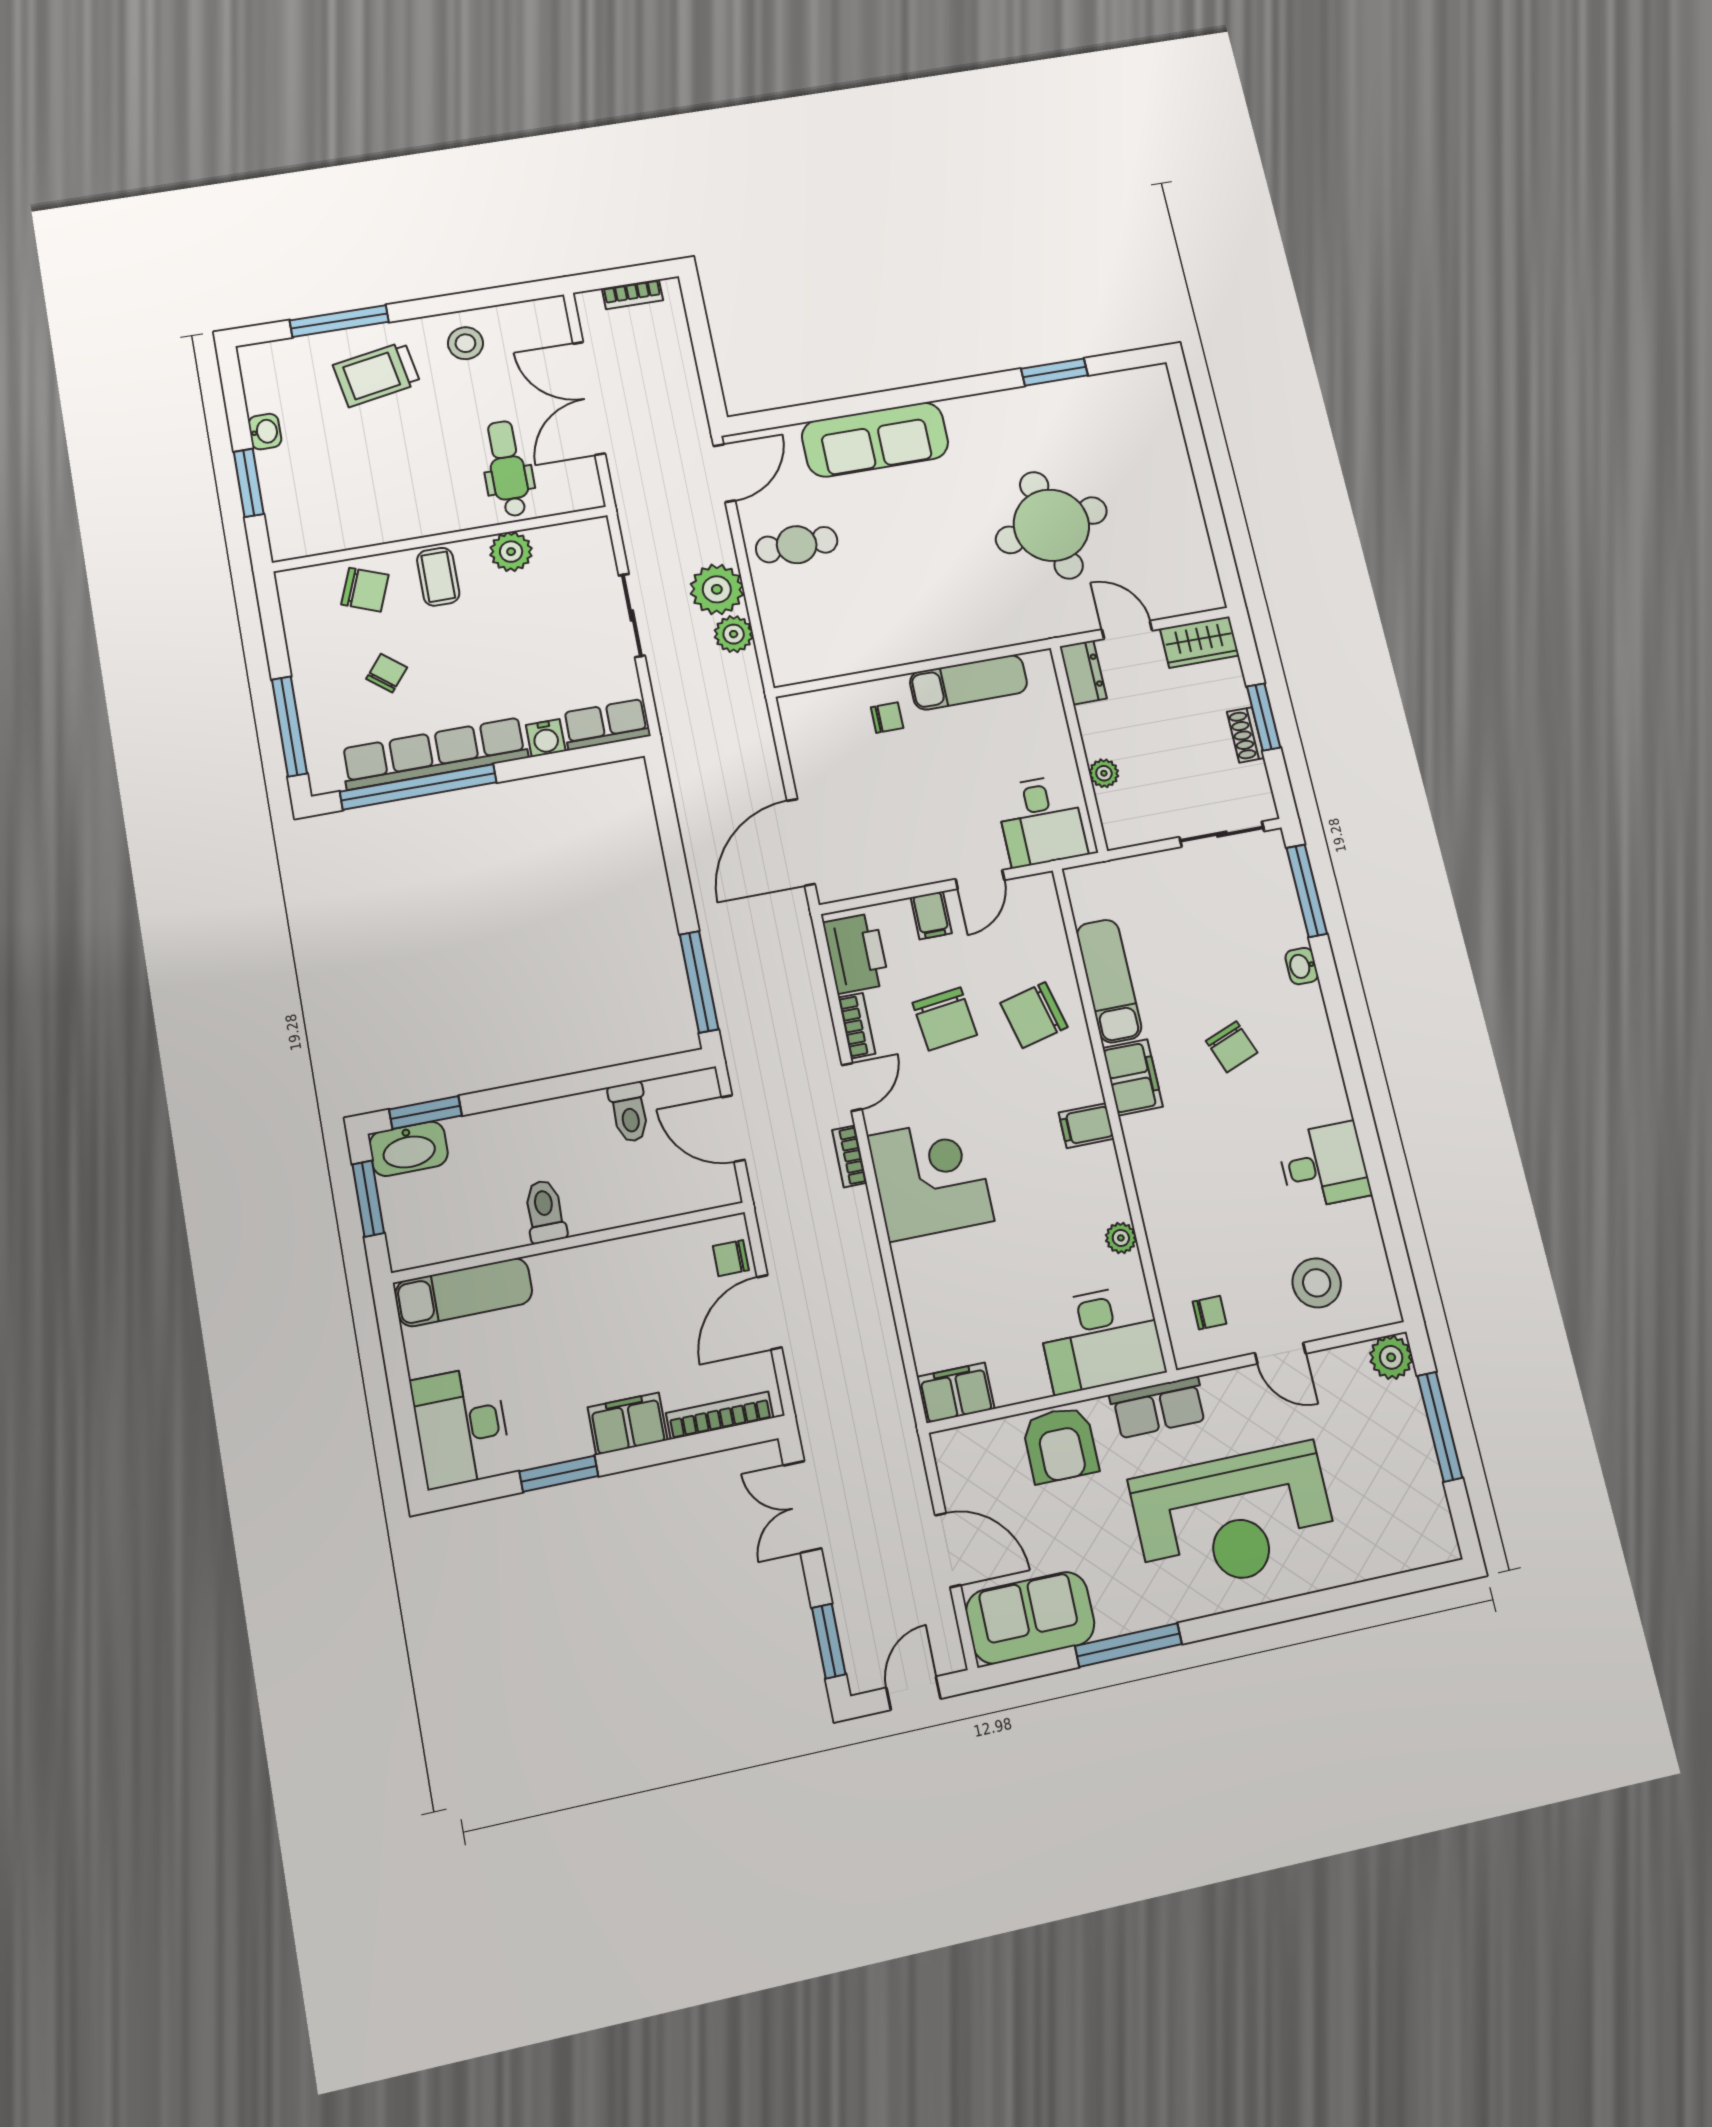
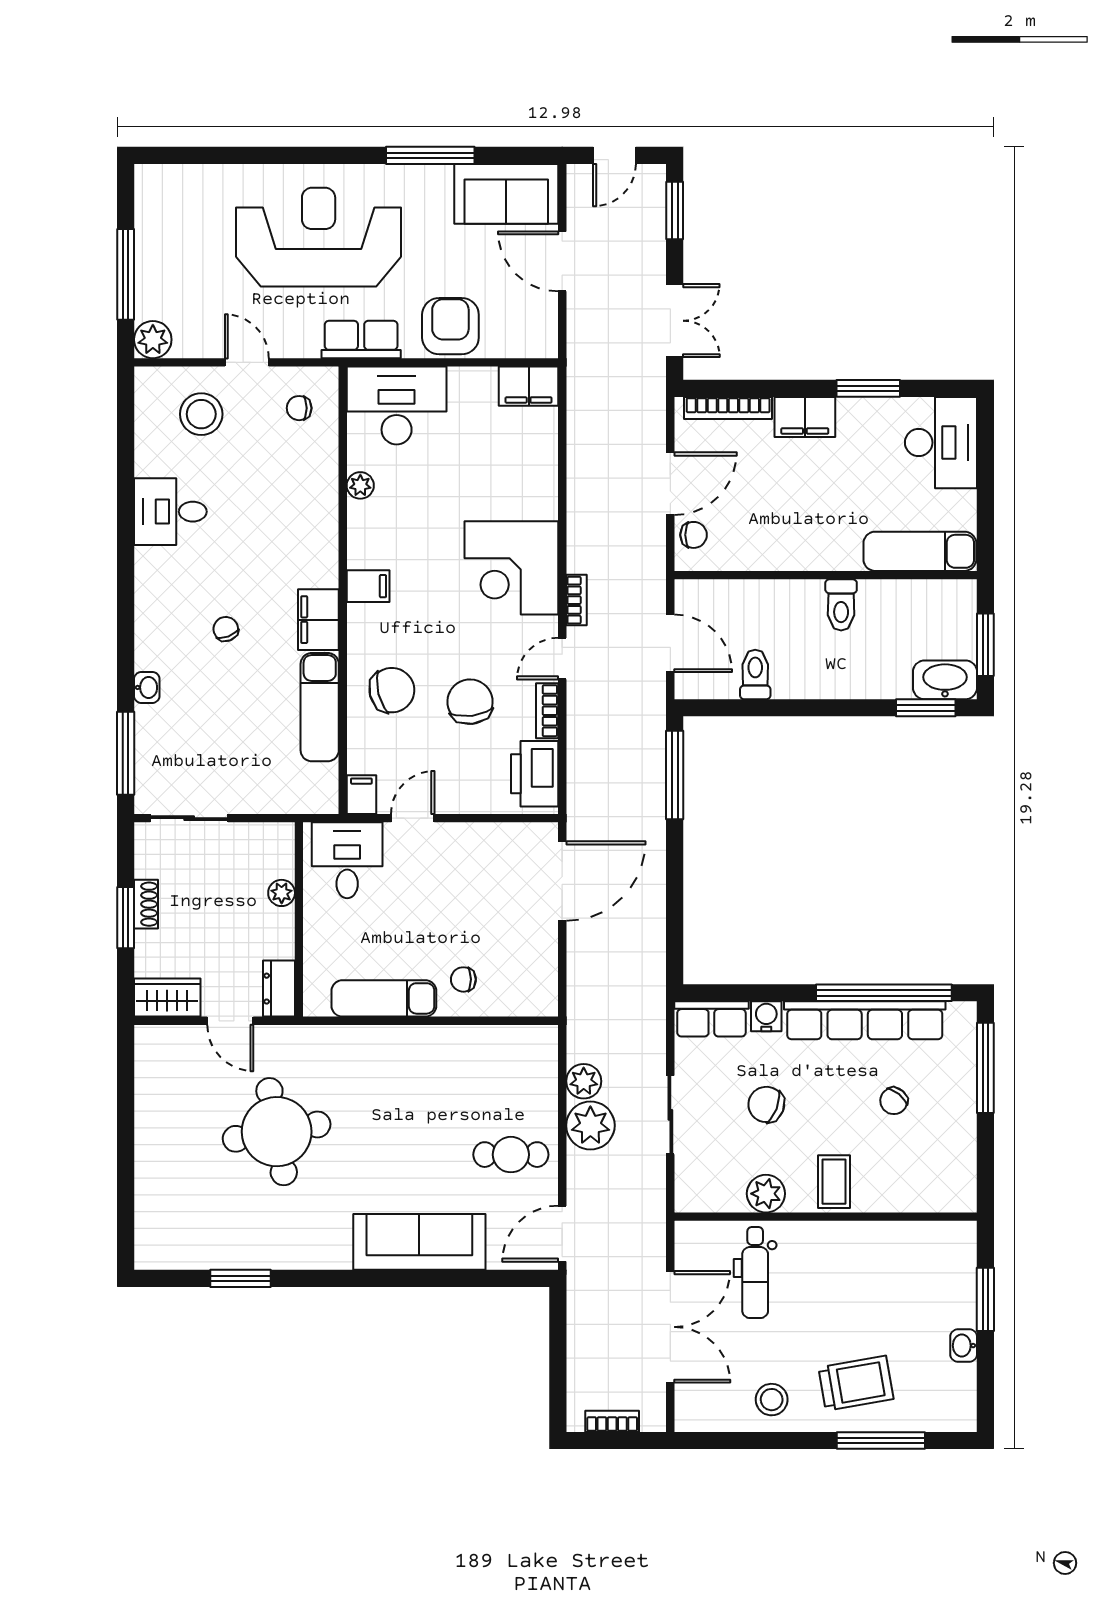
chair: (365, 590) -> (766, 1104), moved
filing cabinet: (931, 915) -> (361, 795), moved
chair: (1232, 1047) -> (226, 629), width x0.73, depth x0.73

